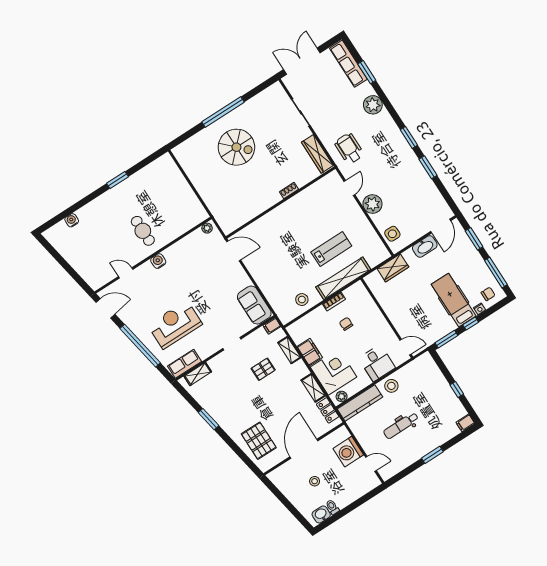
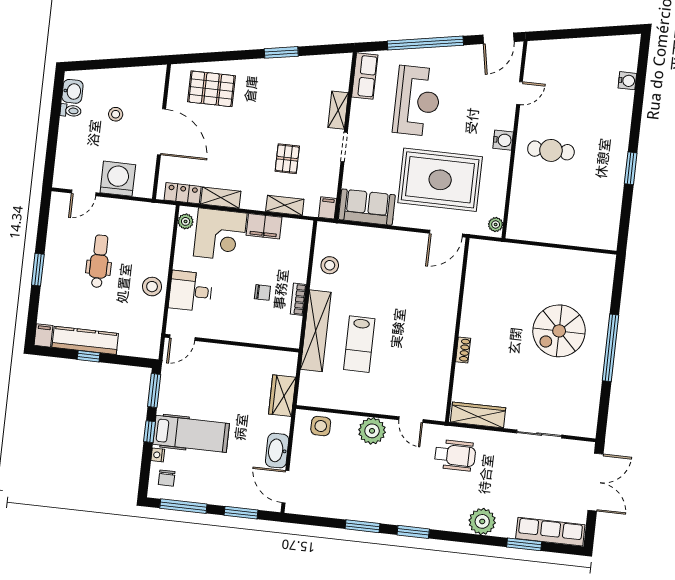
rug: (207, 278) -> (440, 180), added
shelving: (198, 374) -> (338, 110), moved
kitchen counter: (360, 403) -> (85, 340), moved, turned 90

